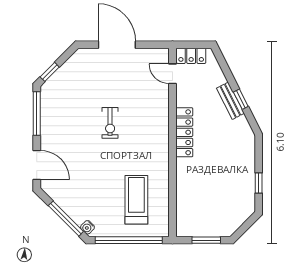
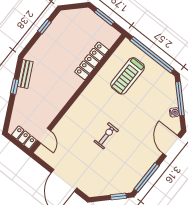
bench: (230, 101) -> (25, 74), moved
locker: (184, 132) -> (92, 61), moved
water cooler: (87, 227) -> (174, 112), moved

